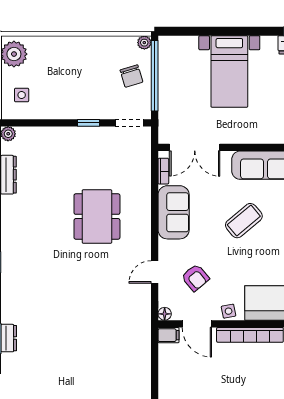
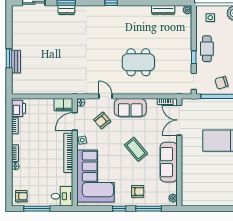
cafe table: (74, 101) -> (207, 49), added
sofa: (174, 212) -> (130, 108), moved
filing cabinet: (169, 335) -> (63, 105), width x2.00

